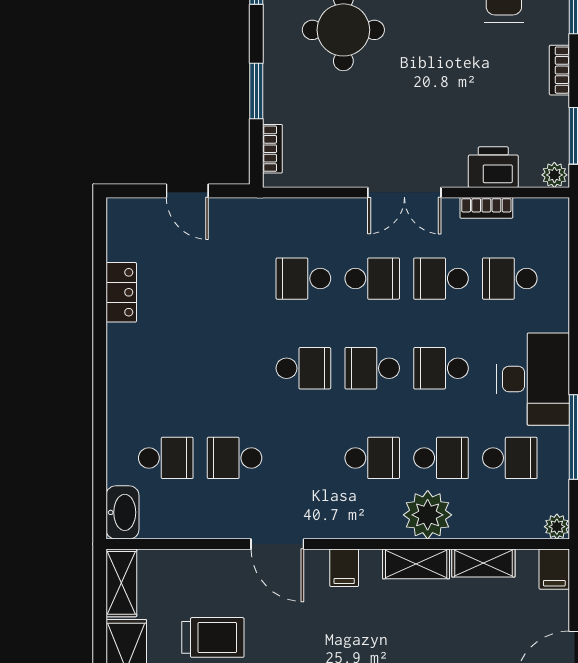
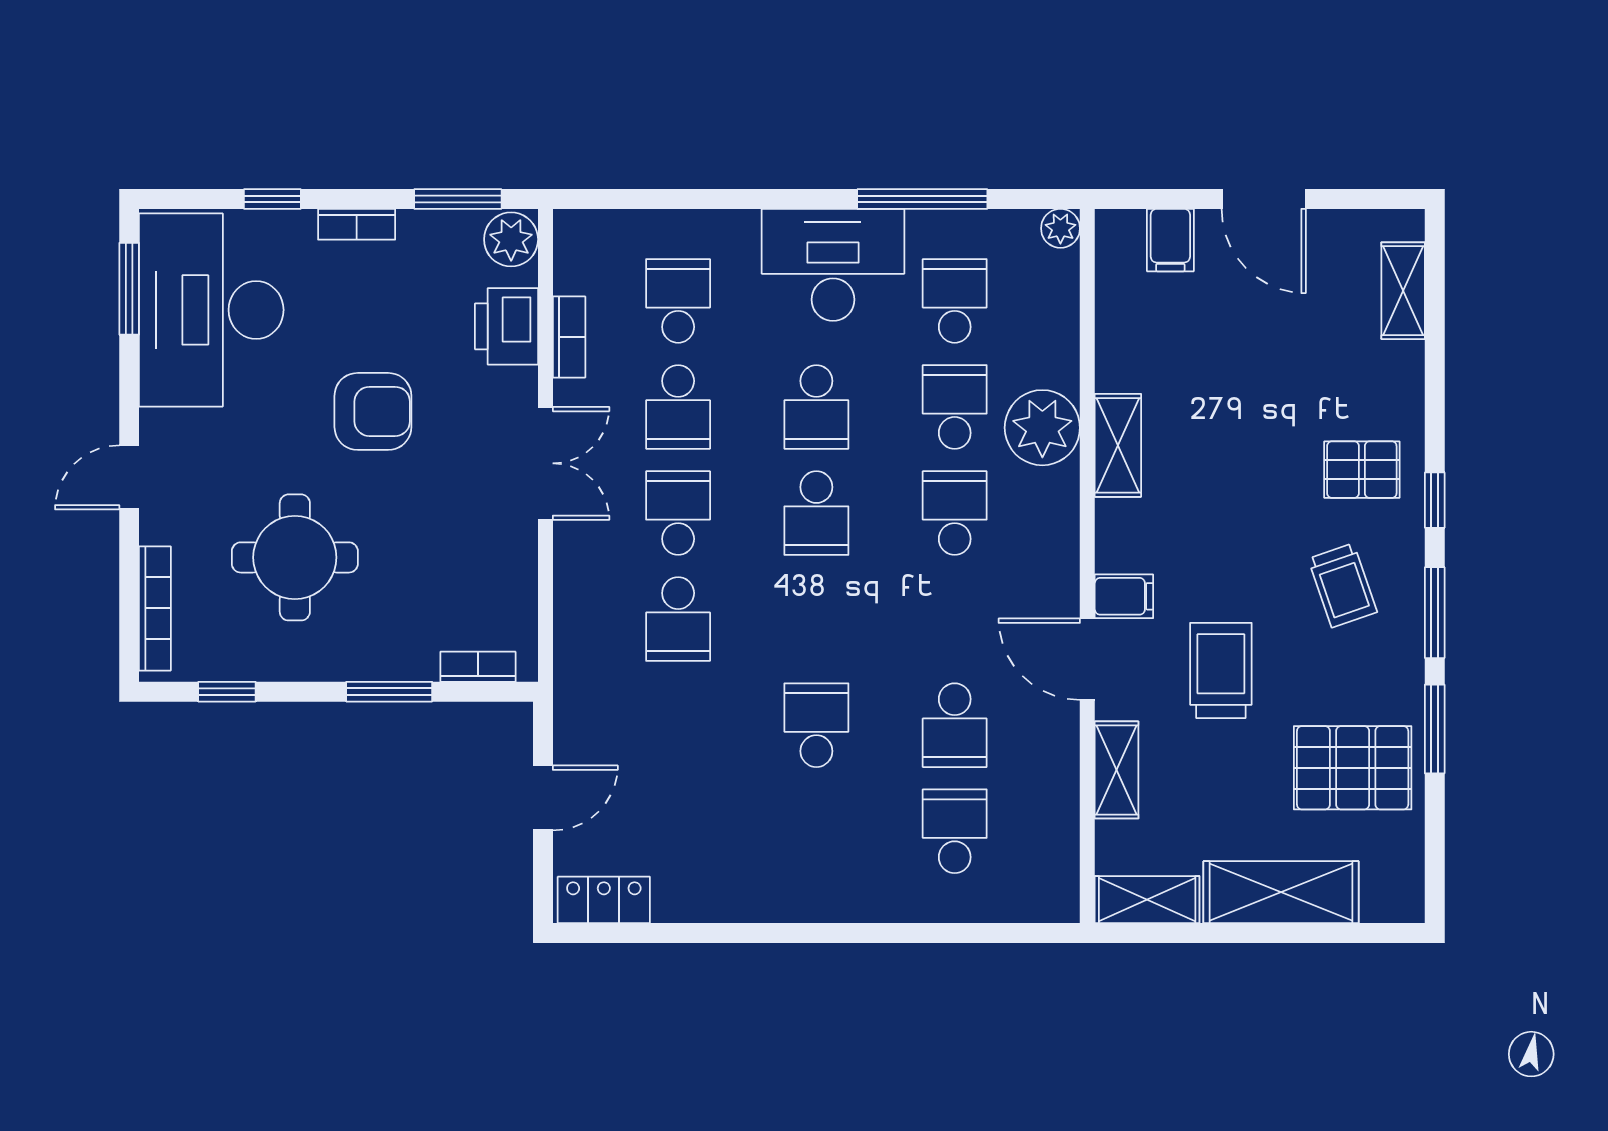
armchair: (438, 81) -> (373, 411), added
plant: (554, 175) -> (511, 239), width x1.38, depth x1.38
school desk: (510, 279) -> (678, 301), turned 180
locker: (121, 292) -> (604, 900), moved
school desk: (303, 368) -> (816, 725), moved
washbasin: (122, 512) -> (1039, 898), removed
door: (277, 544) -> (1087, 659), swing flipped
shelving: (483, 563) -> (1117, 770), moved
filing cabinet: (344, 568) -> (1124, 596), moved
filing cabinet: (554, 569) -> (1170, 240), moved, turned 90
trolley: (213, 637) -> (1221, 670), moved

